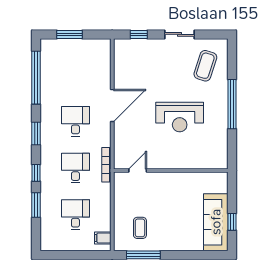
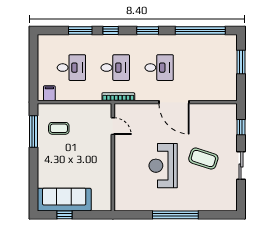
coffee table: (205, 66) -> (203, 159), moved

